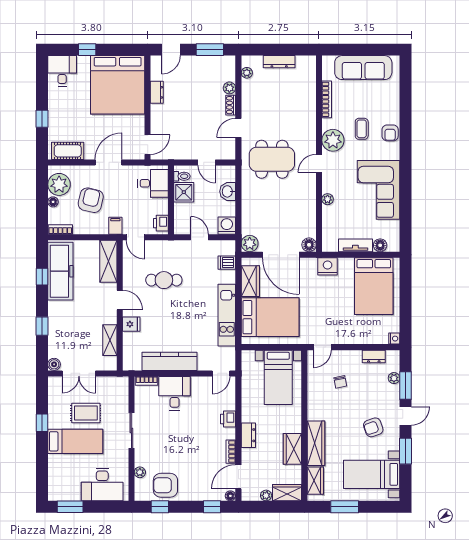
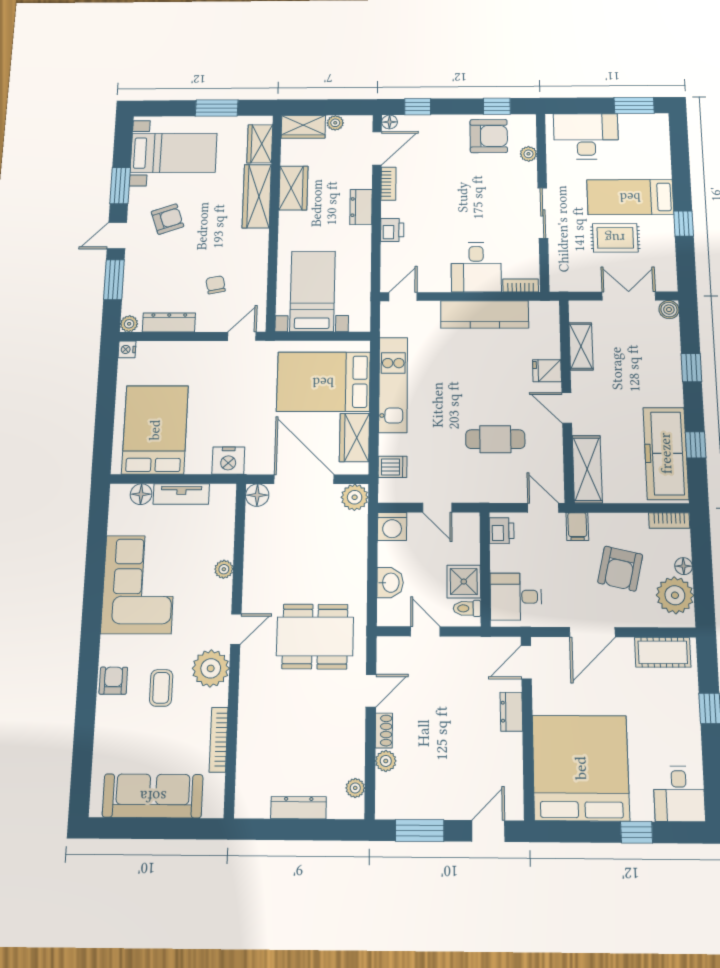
dresser: (157, 92) -> (511, 712), moved
dresser: (374, 356) -> (169, 322), width x1.44
plant: (394, 378) -> (129, 324), moved

